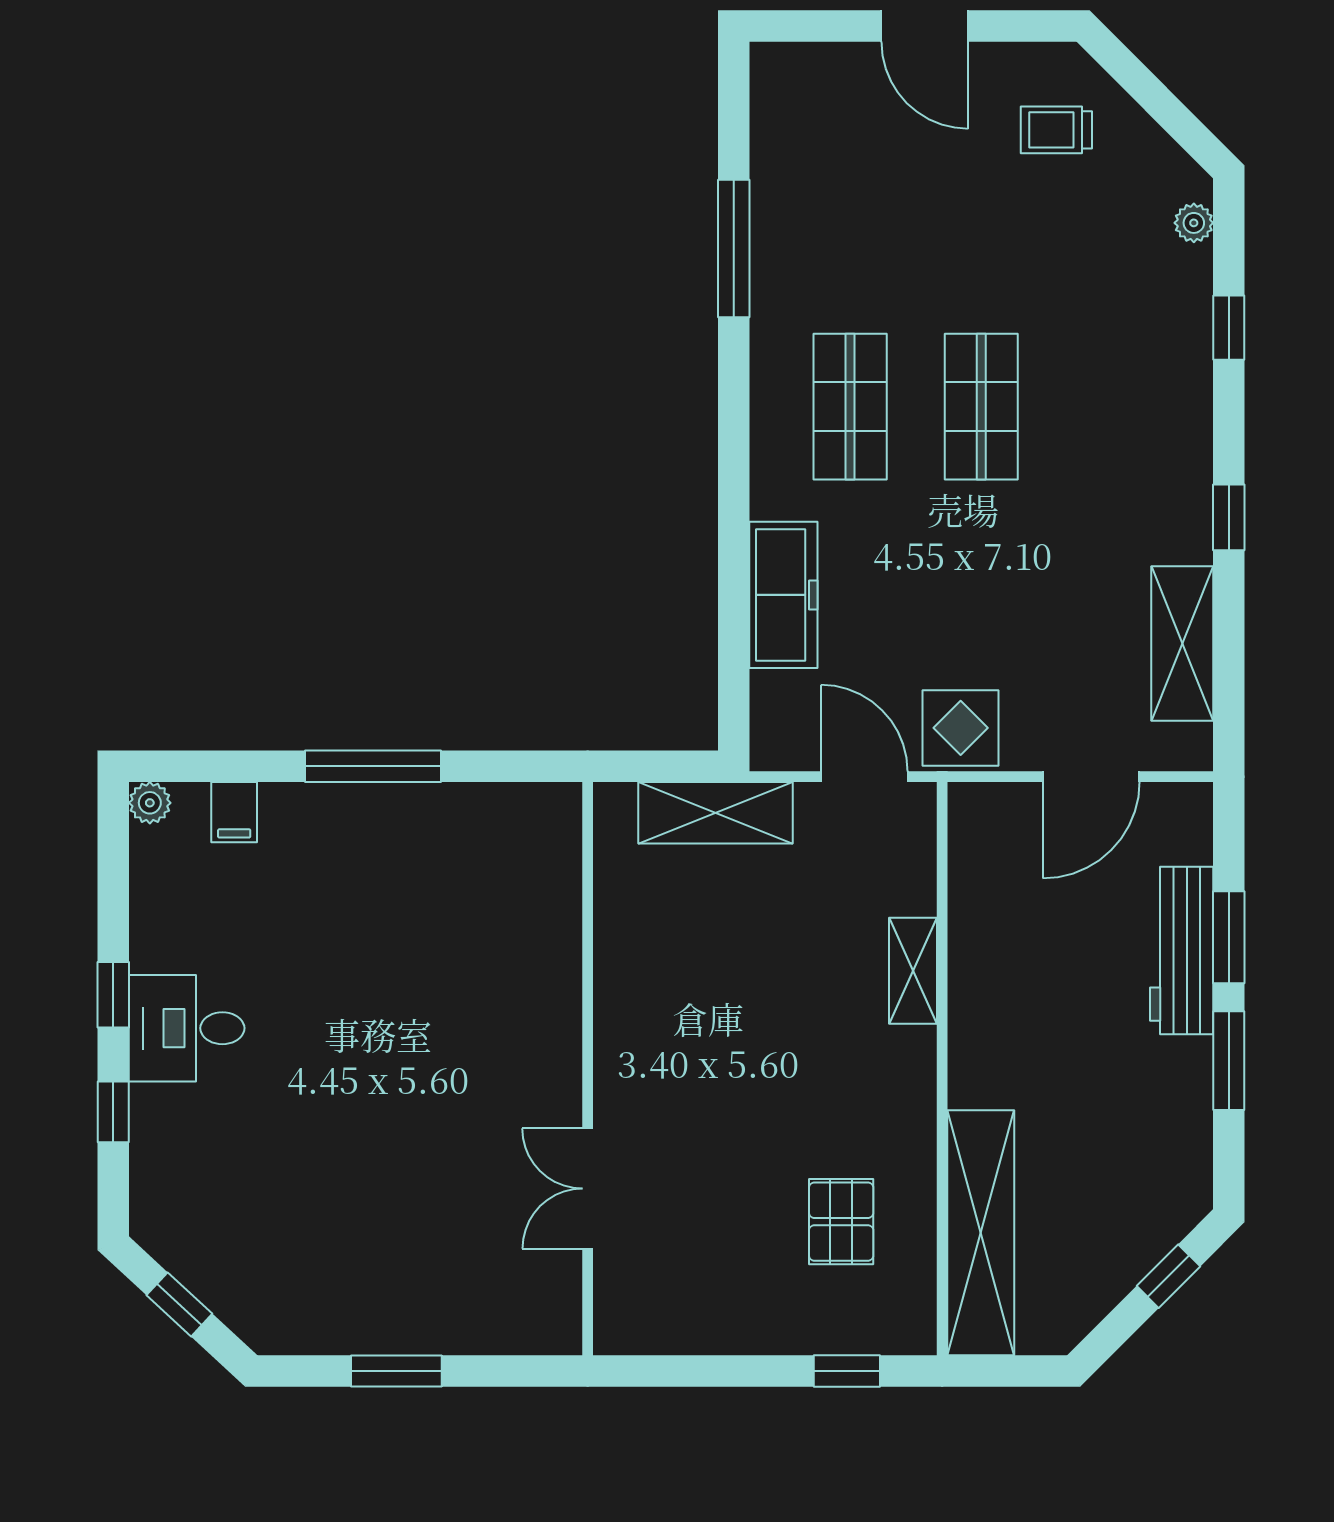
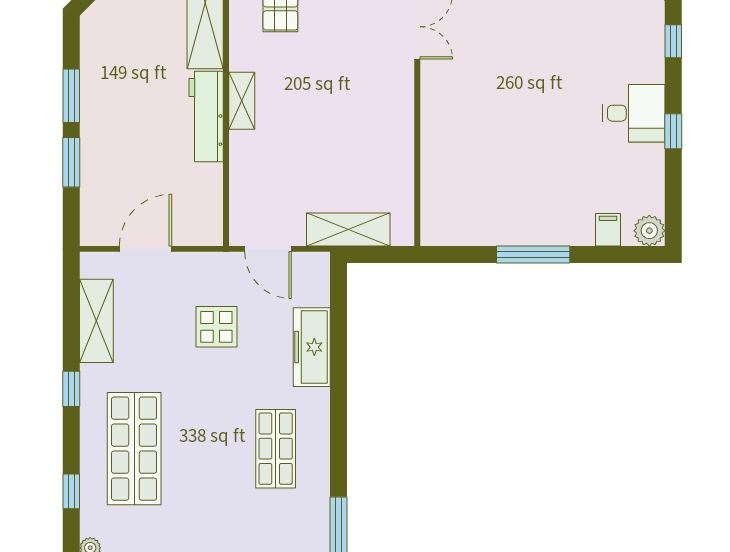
shop shelf: (981, 407) -> (134, 449), moved, width x1.43, depth x1.36
display table: (961, 728) -> (216, 327), moved
plant: (150, 803) -> (649, 231), width x1.38, depth x1.38
workbench: (1182, 950) -> (206, 116), moved, turned 180
shelving: (913, 971) -> (242, 101), moved
window: (113, 1112) -> (673, 41), moved

